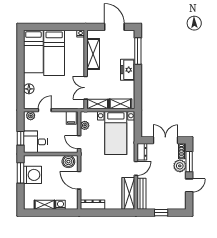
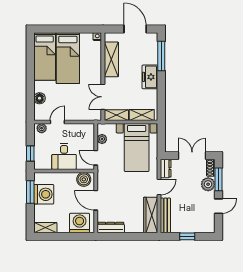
filing cabinet: (71, 118) -> (87, 131), removed
desk: (35, 142) -> (64, 156), moved, turned -90
shelving: (45, 205) -> (45, 228), moved
washing machine: (60, 205) -> (80, 223), width x1.89, depth x1.89

